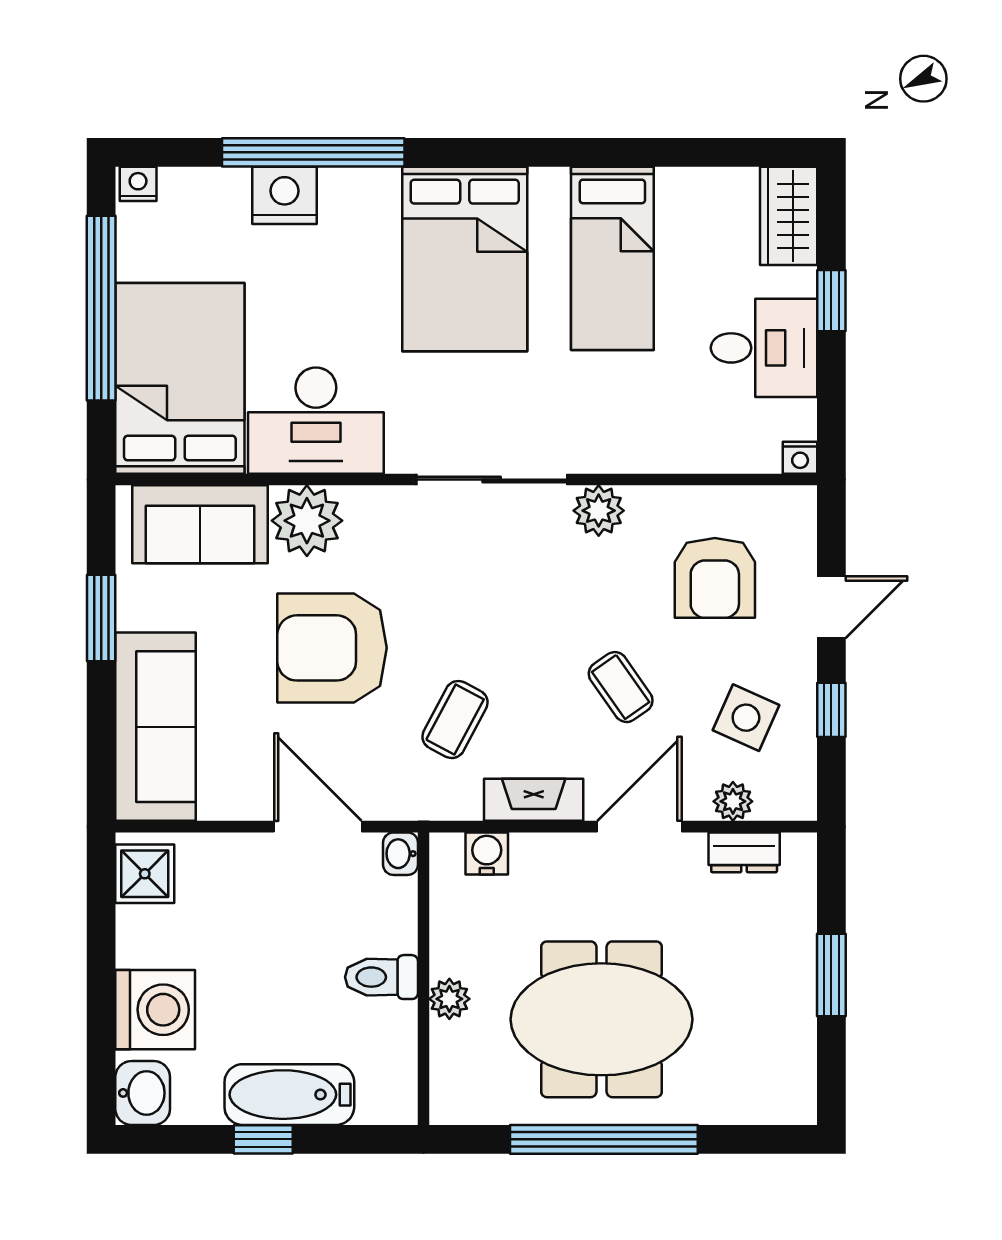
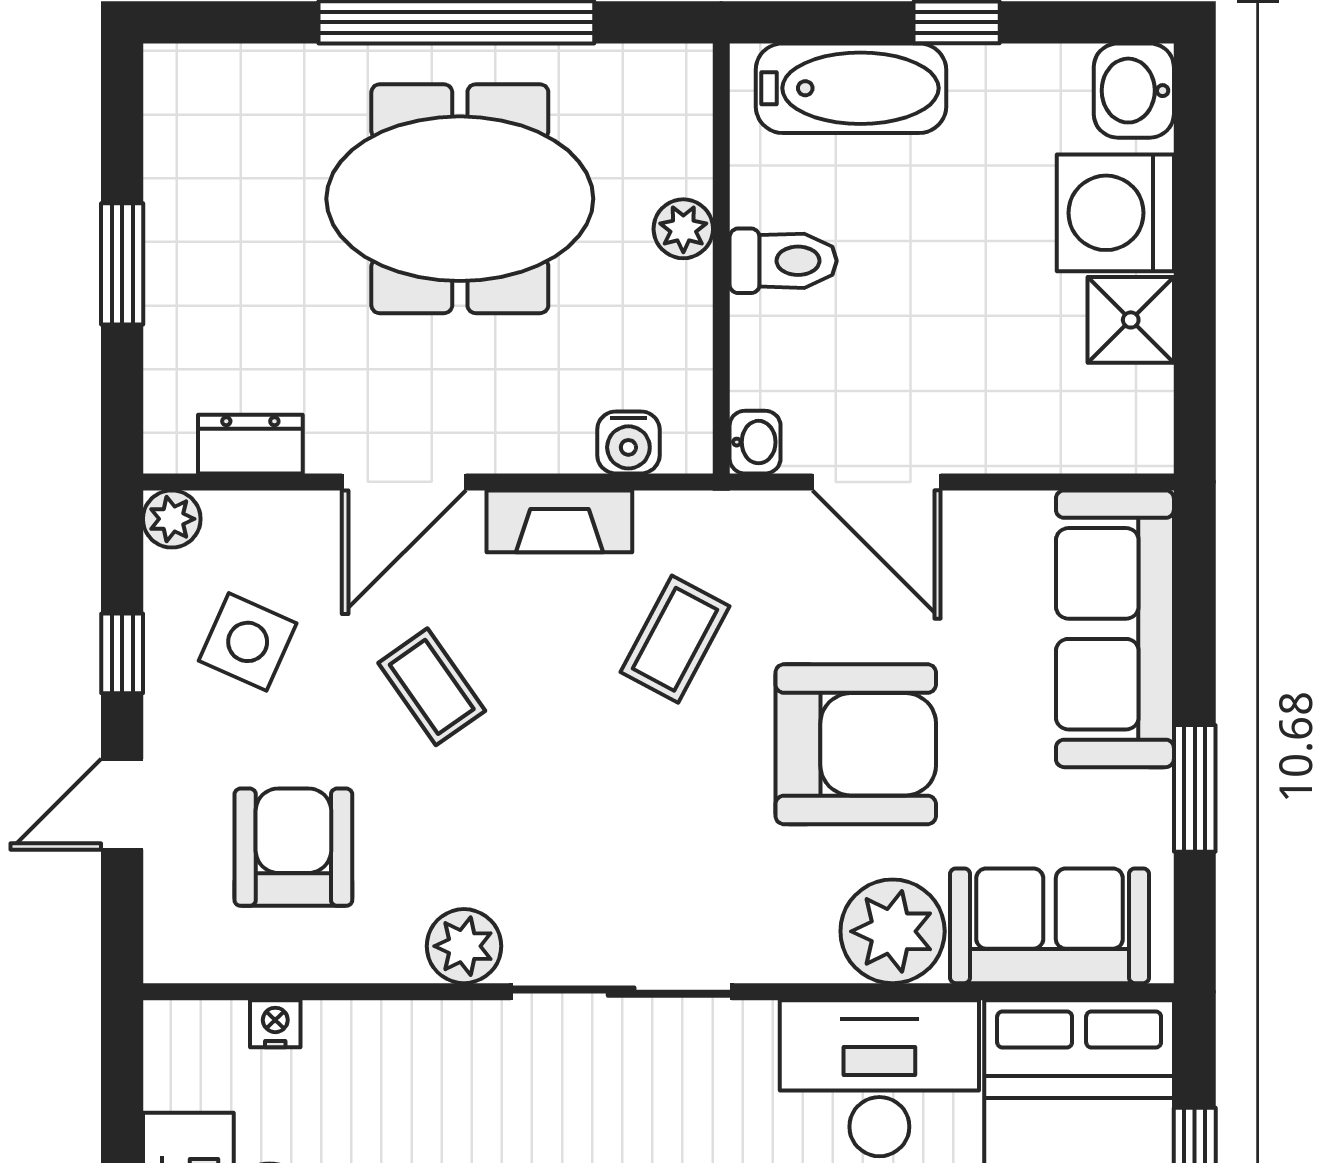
nightstand: (800, 458) -> (275, 1024), moved
plant: (733, 801) -> (172, 519), moved
shower: (145, 874) -> (1131, 320), moved
bathtub: (289, 1095) -> (851, 88), moved

